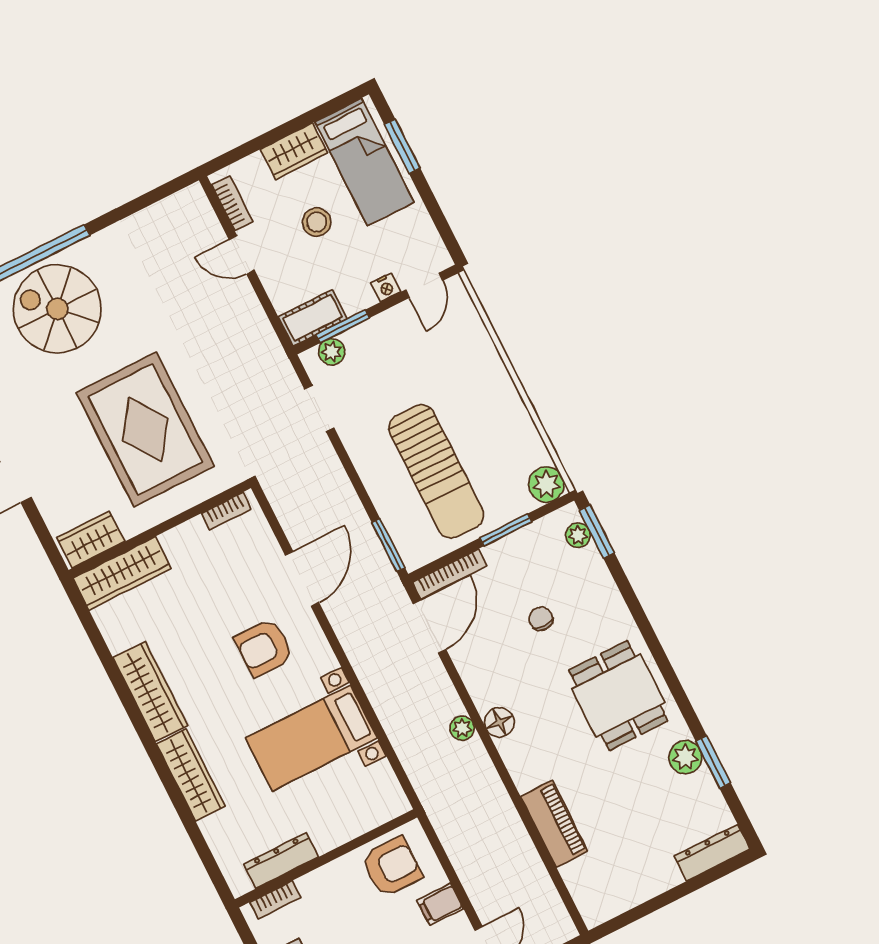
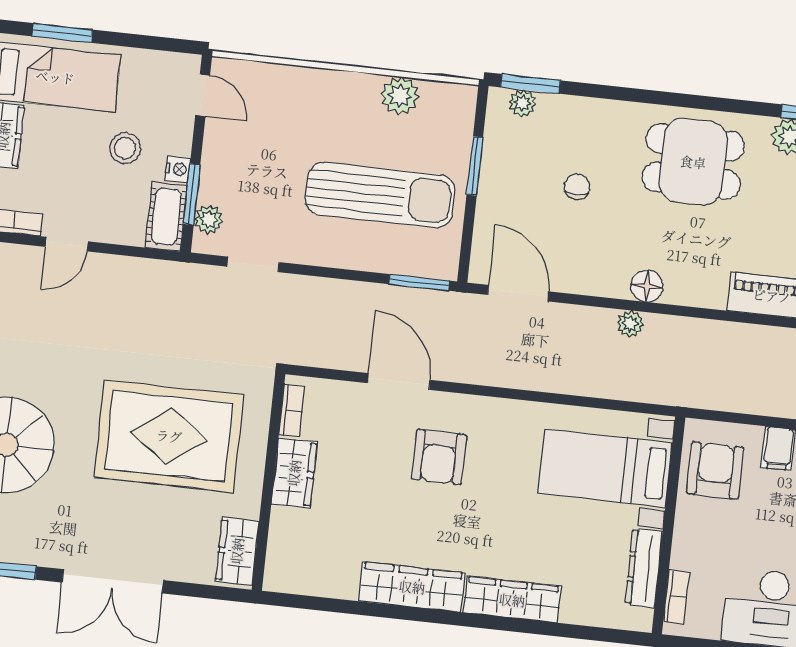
stool: (317, 222) -> (125, 148), moved
nightstand: (386, 287) -> (178, 169), moved
plant: (546, 484) -> (400, 96), moved
wardrobe: (122, 573) -> (294, 473), moved, width x0.67
bookcase: (450, 574) -> (482, 244), removed
chair: (541, 619) -> (577, 187), turned 90
bed with nightstands: (311, 738) -> (605, 468), moved, turned 90

